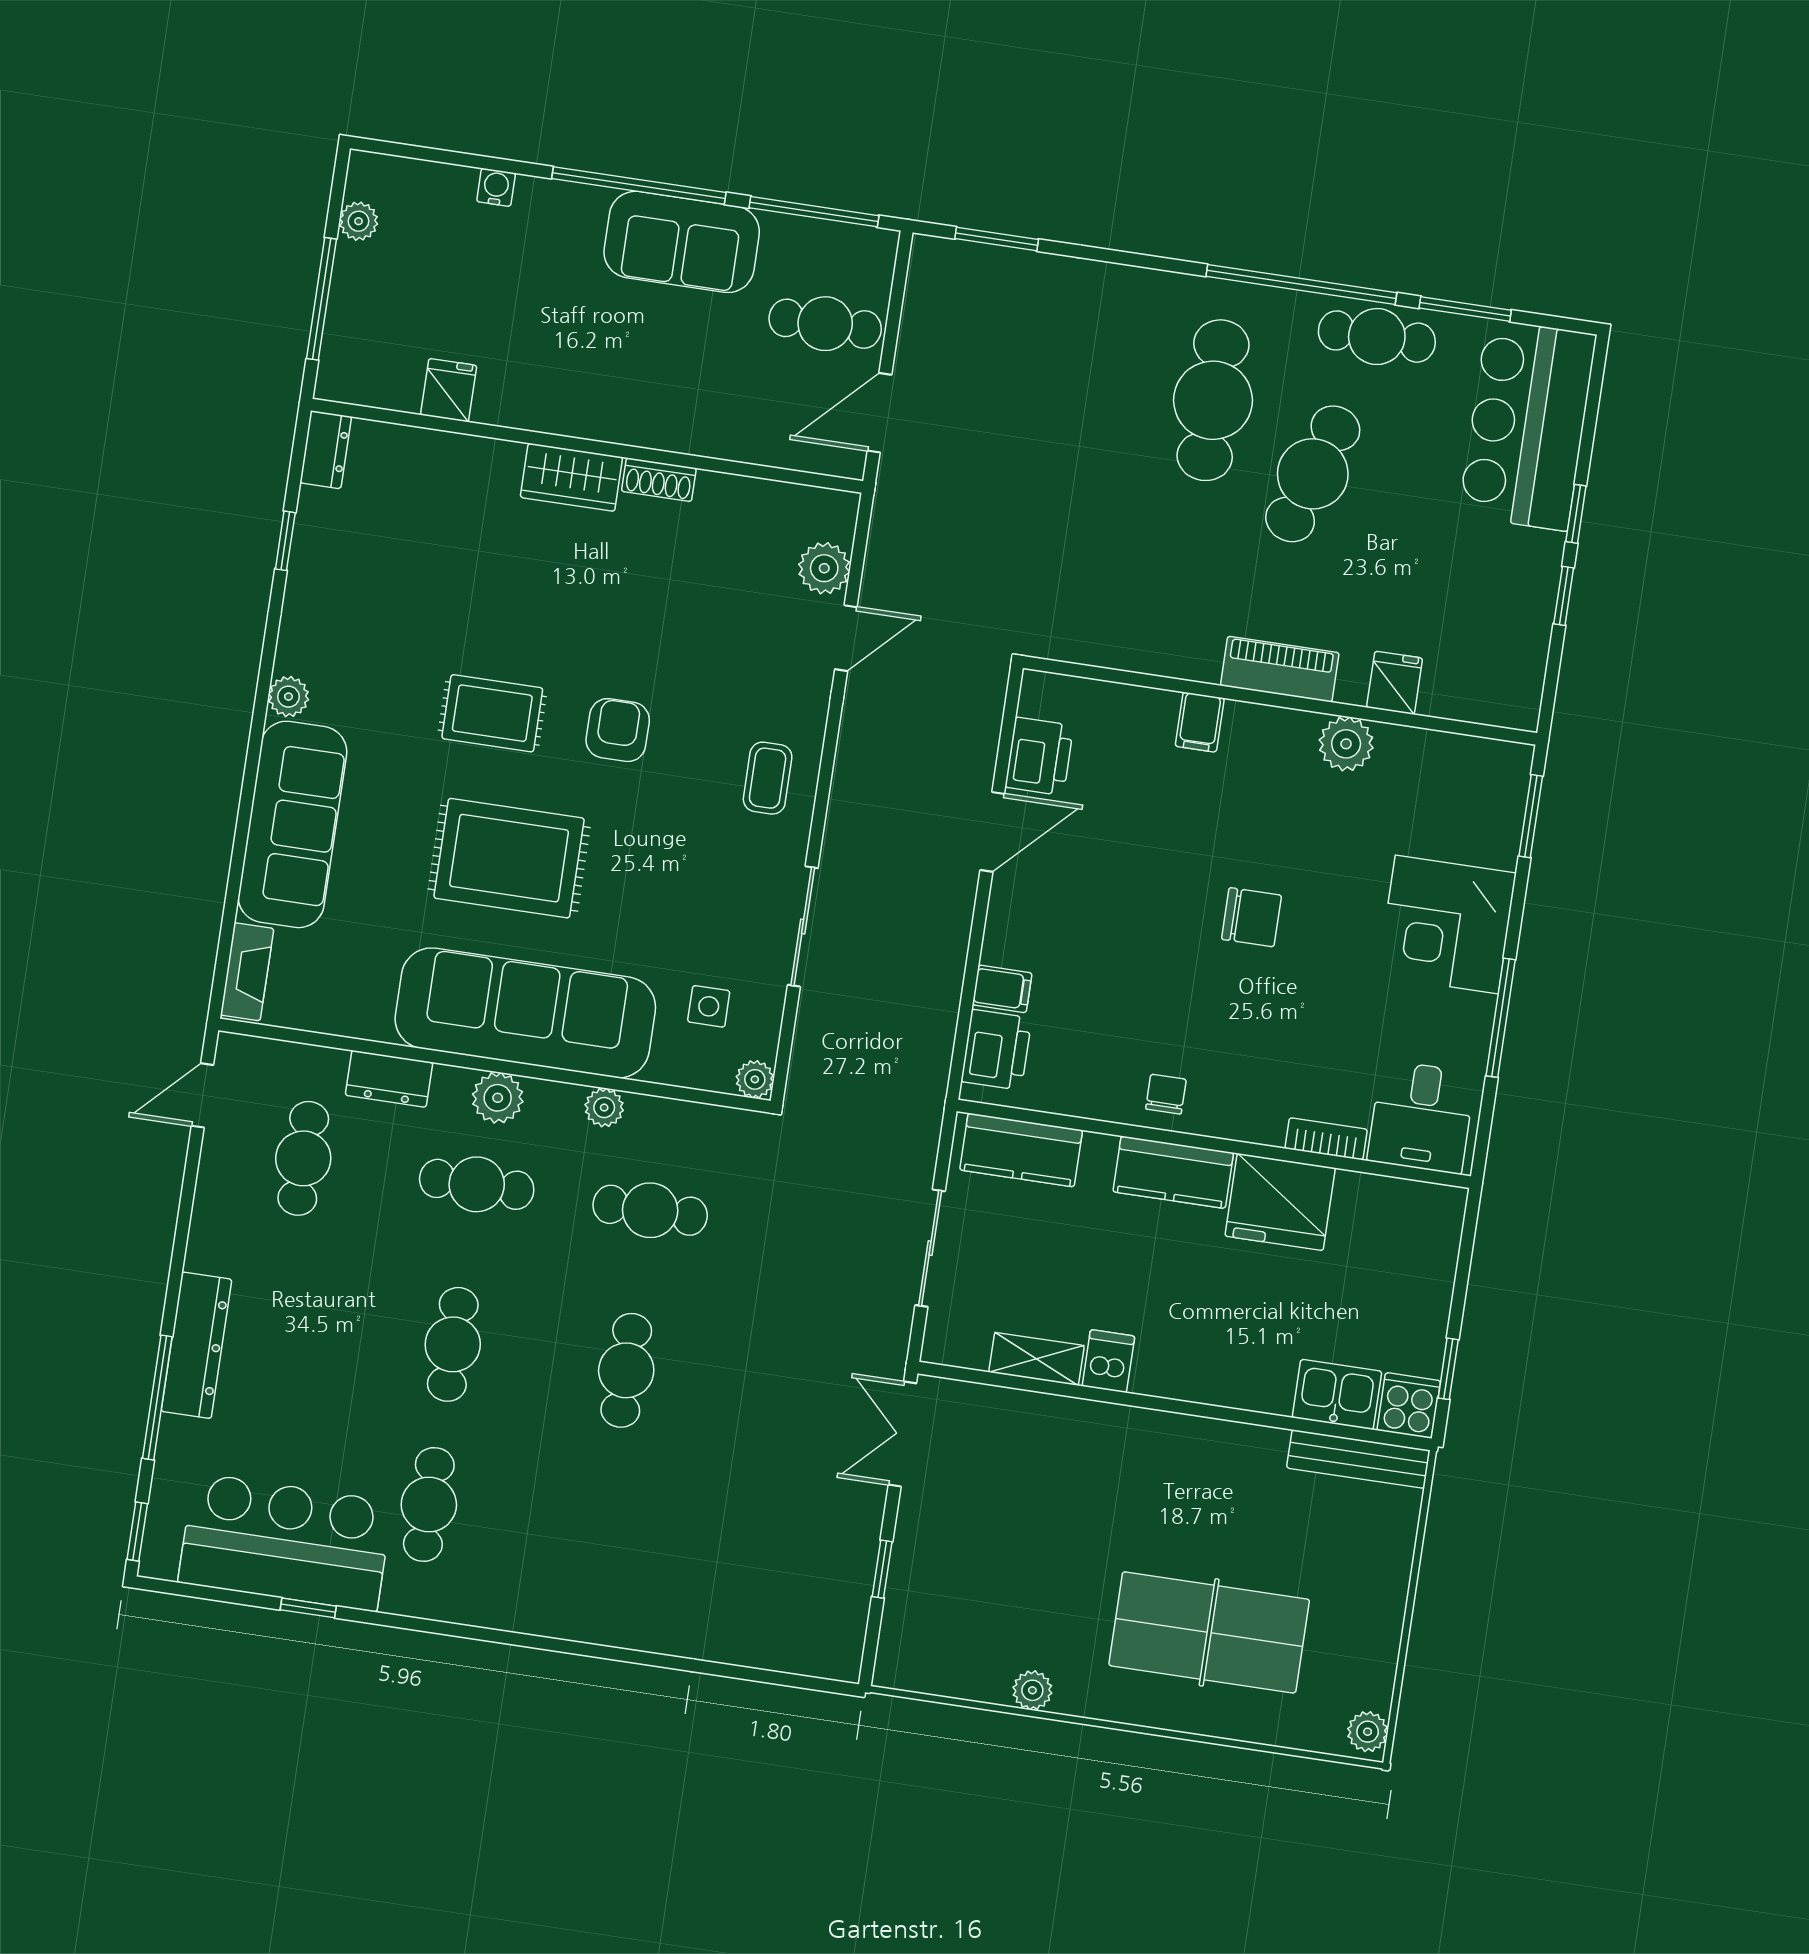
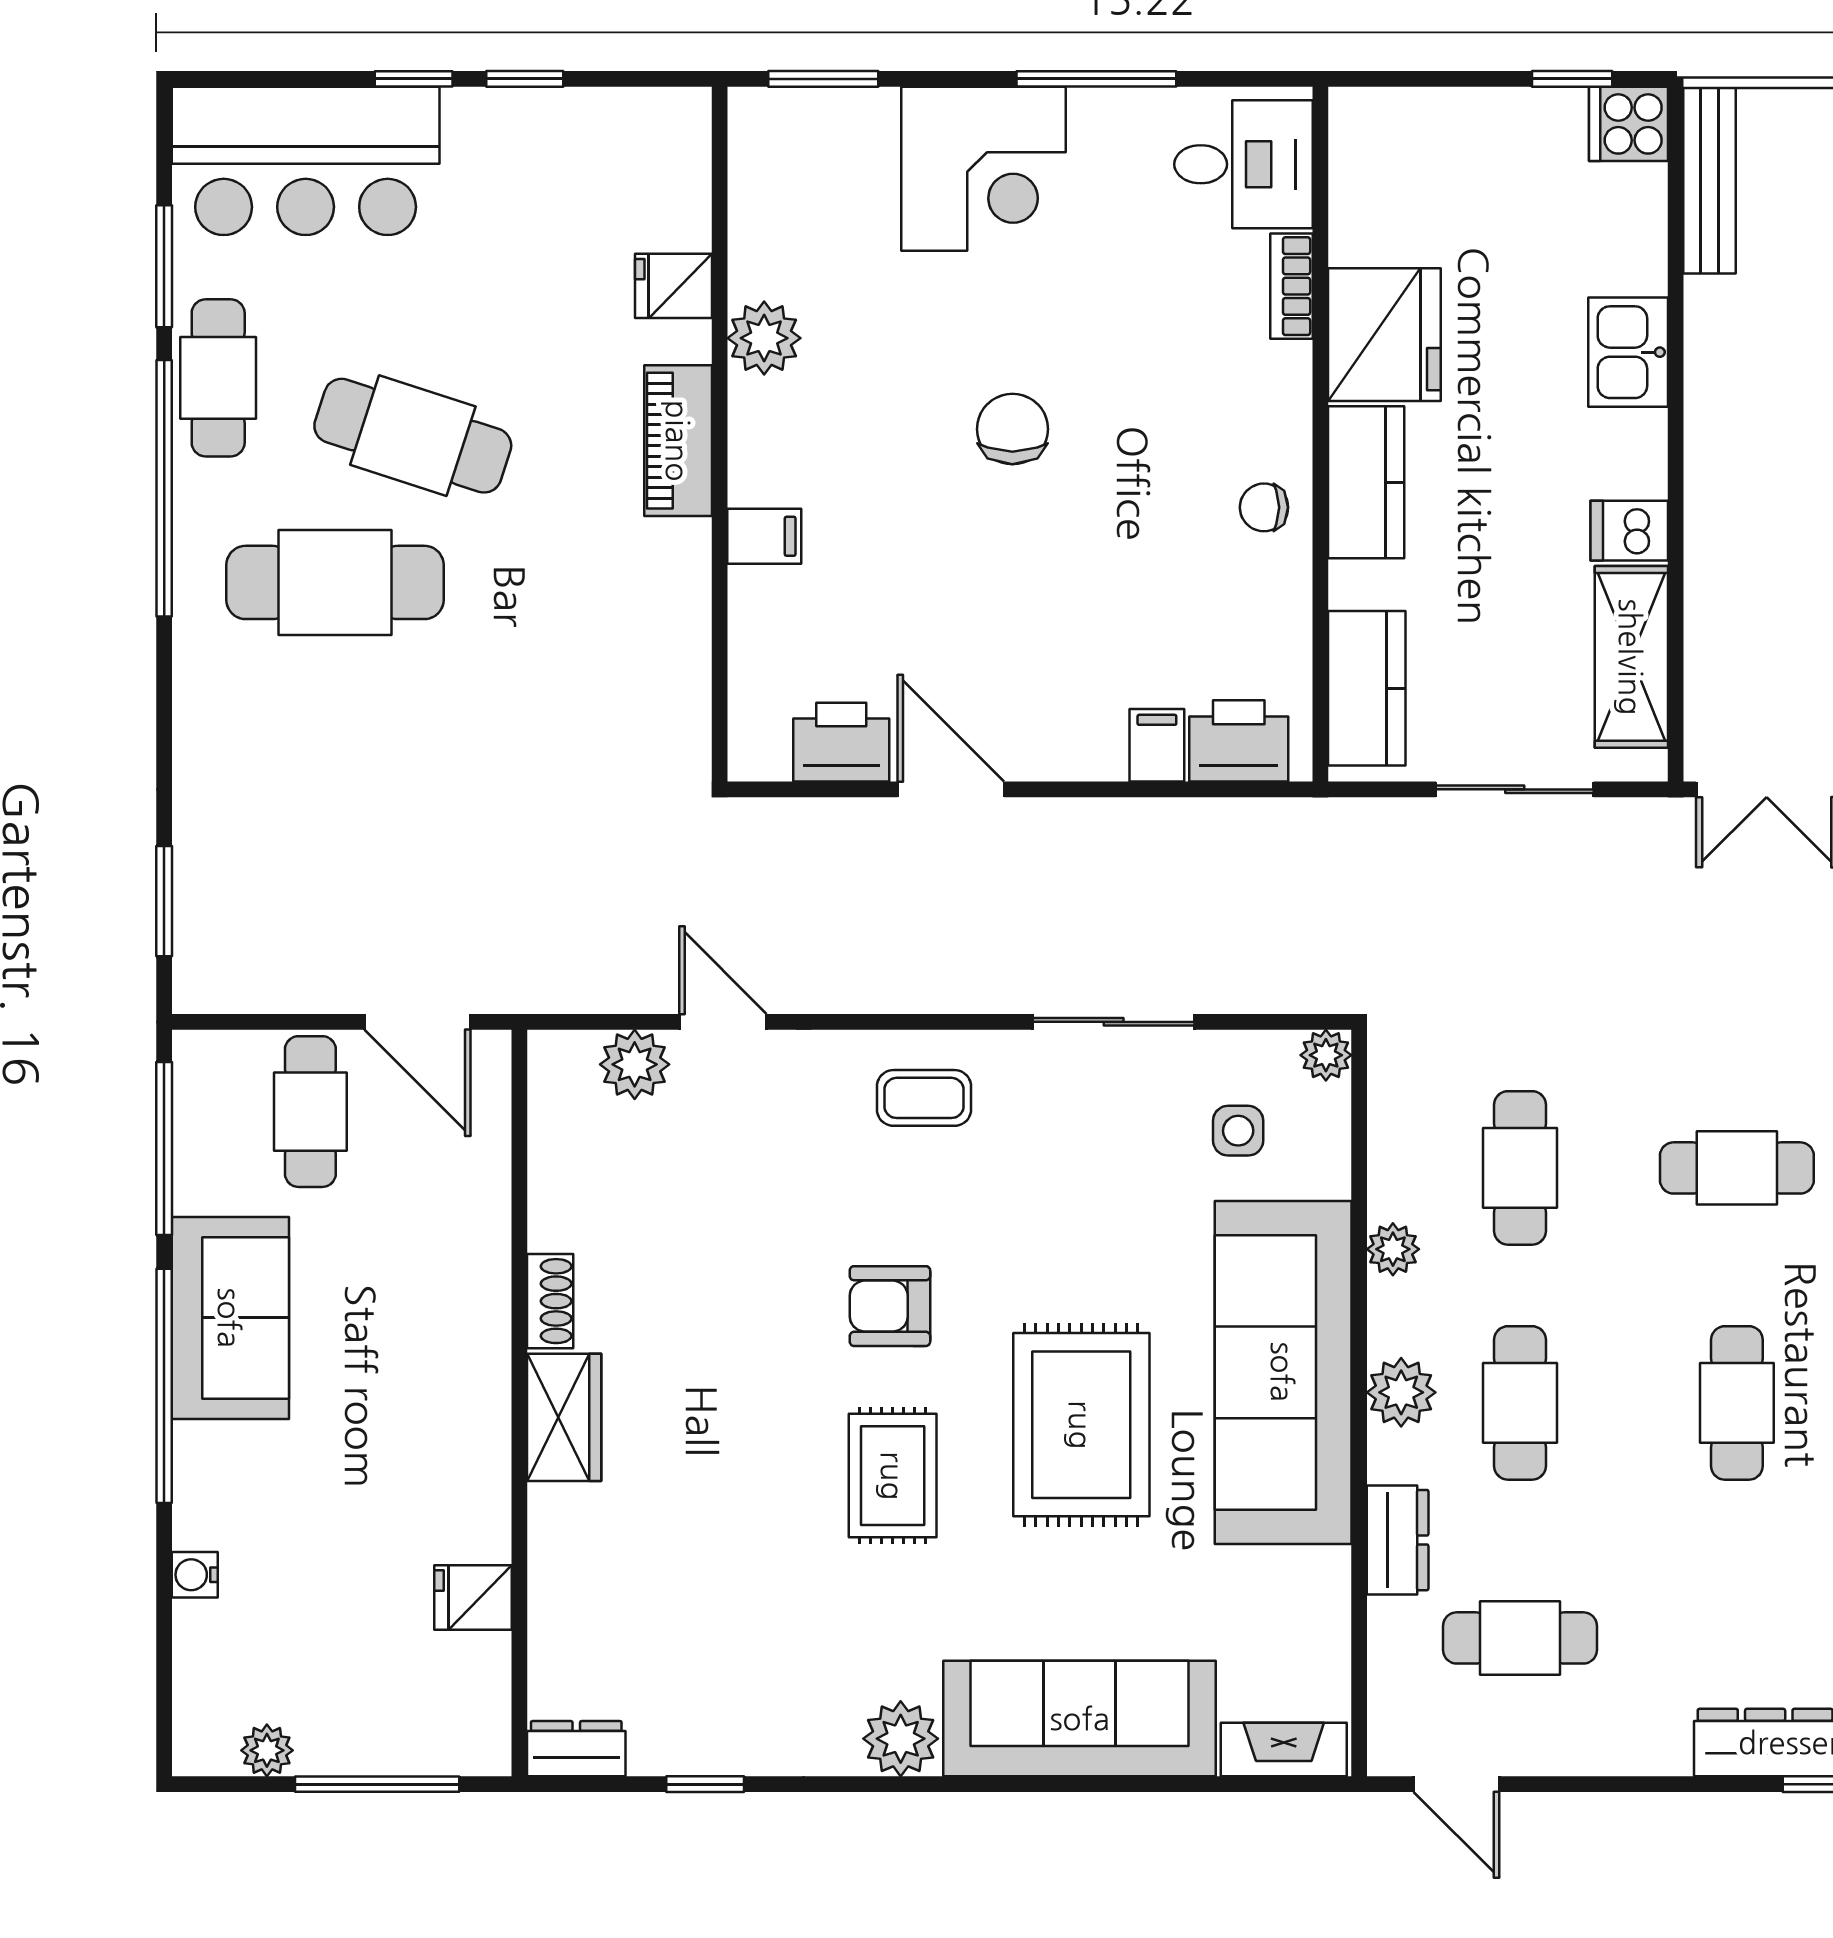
plant: (288, 697) -> (901, 1739), width x1.38, depth x1.38
cafe table: (453, 1344) -> (1737, 1403), turned 90
shelving: (1036, 1359) -> (1631, 657), width x1.50, depth x1.33
kitchen sink: (1337, 1394) -> (1628, 352), moved

